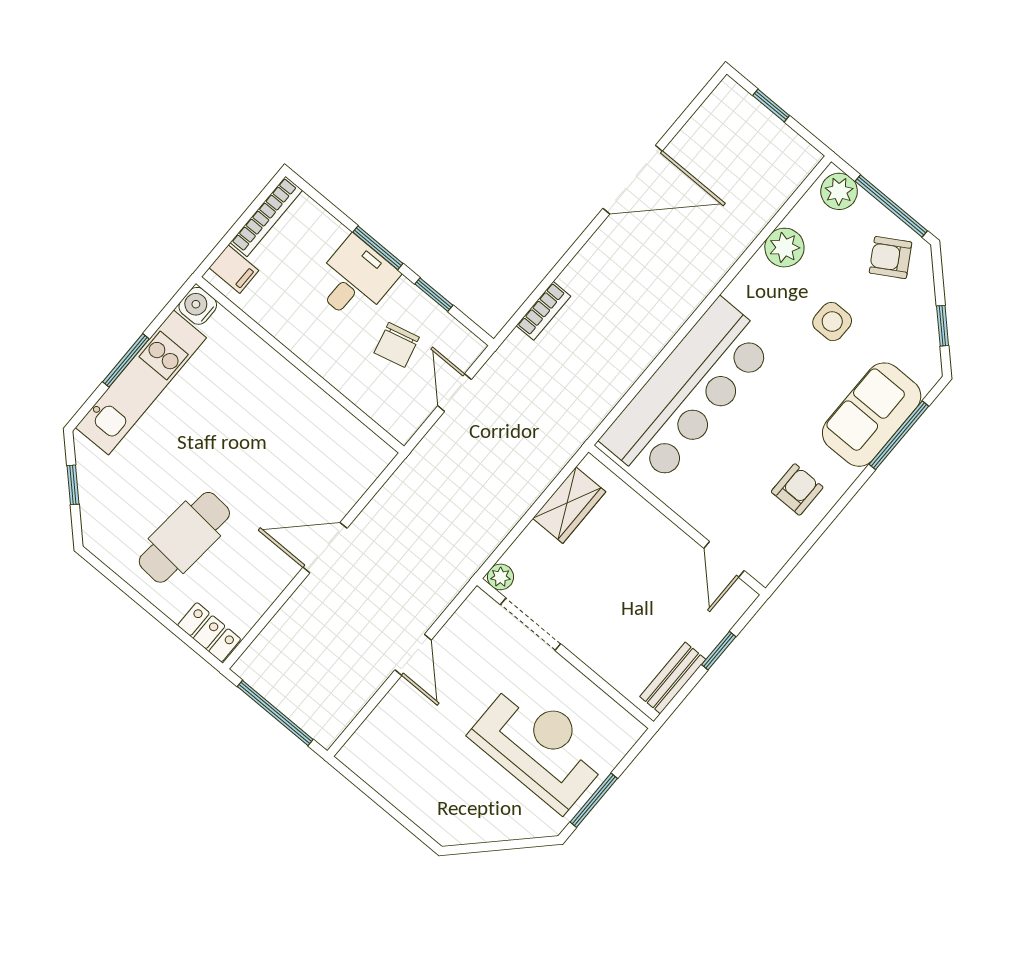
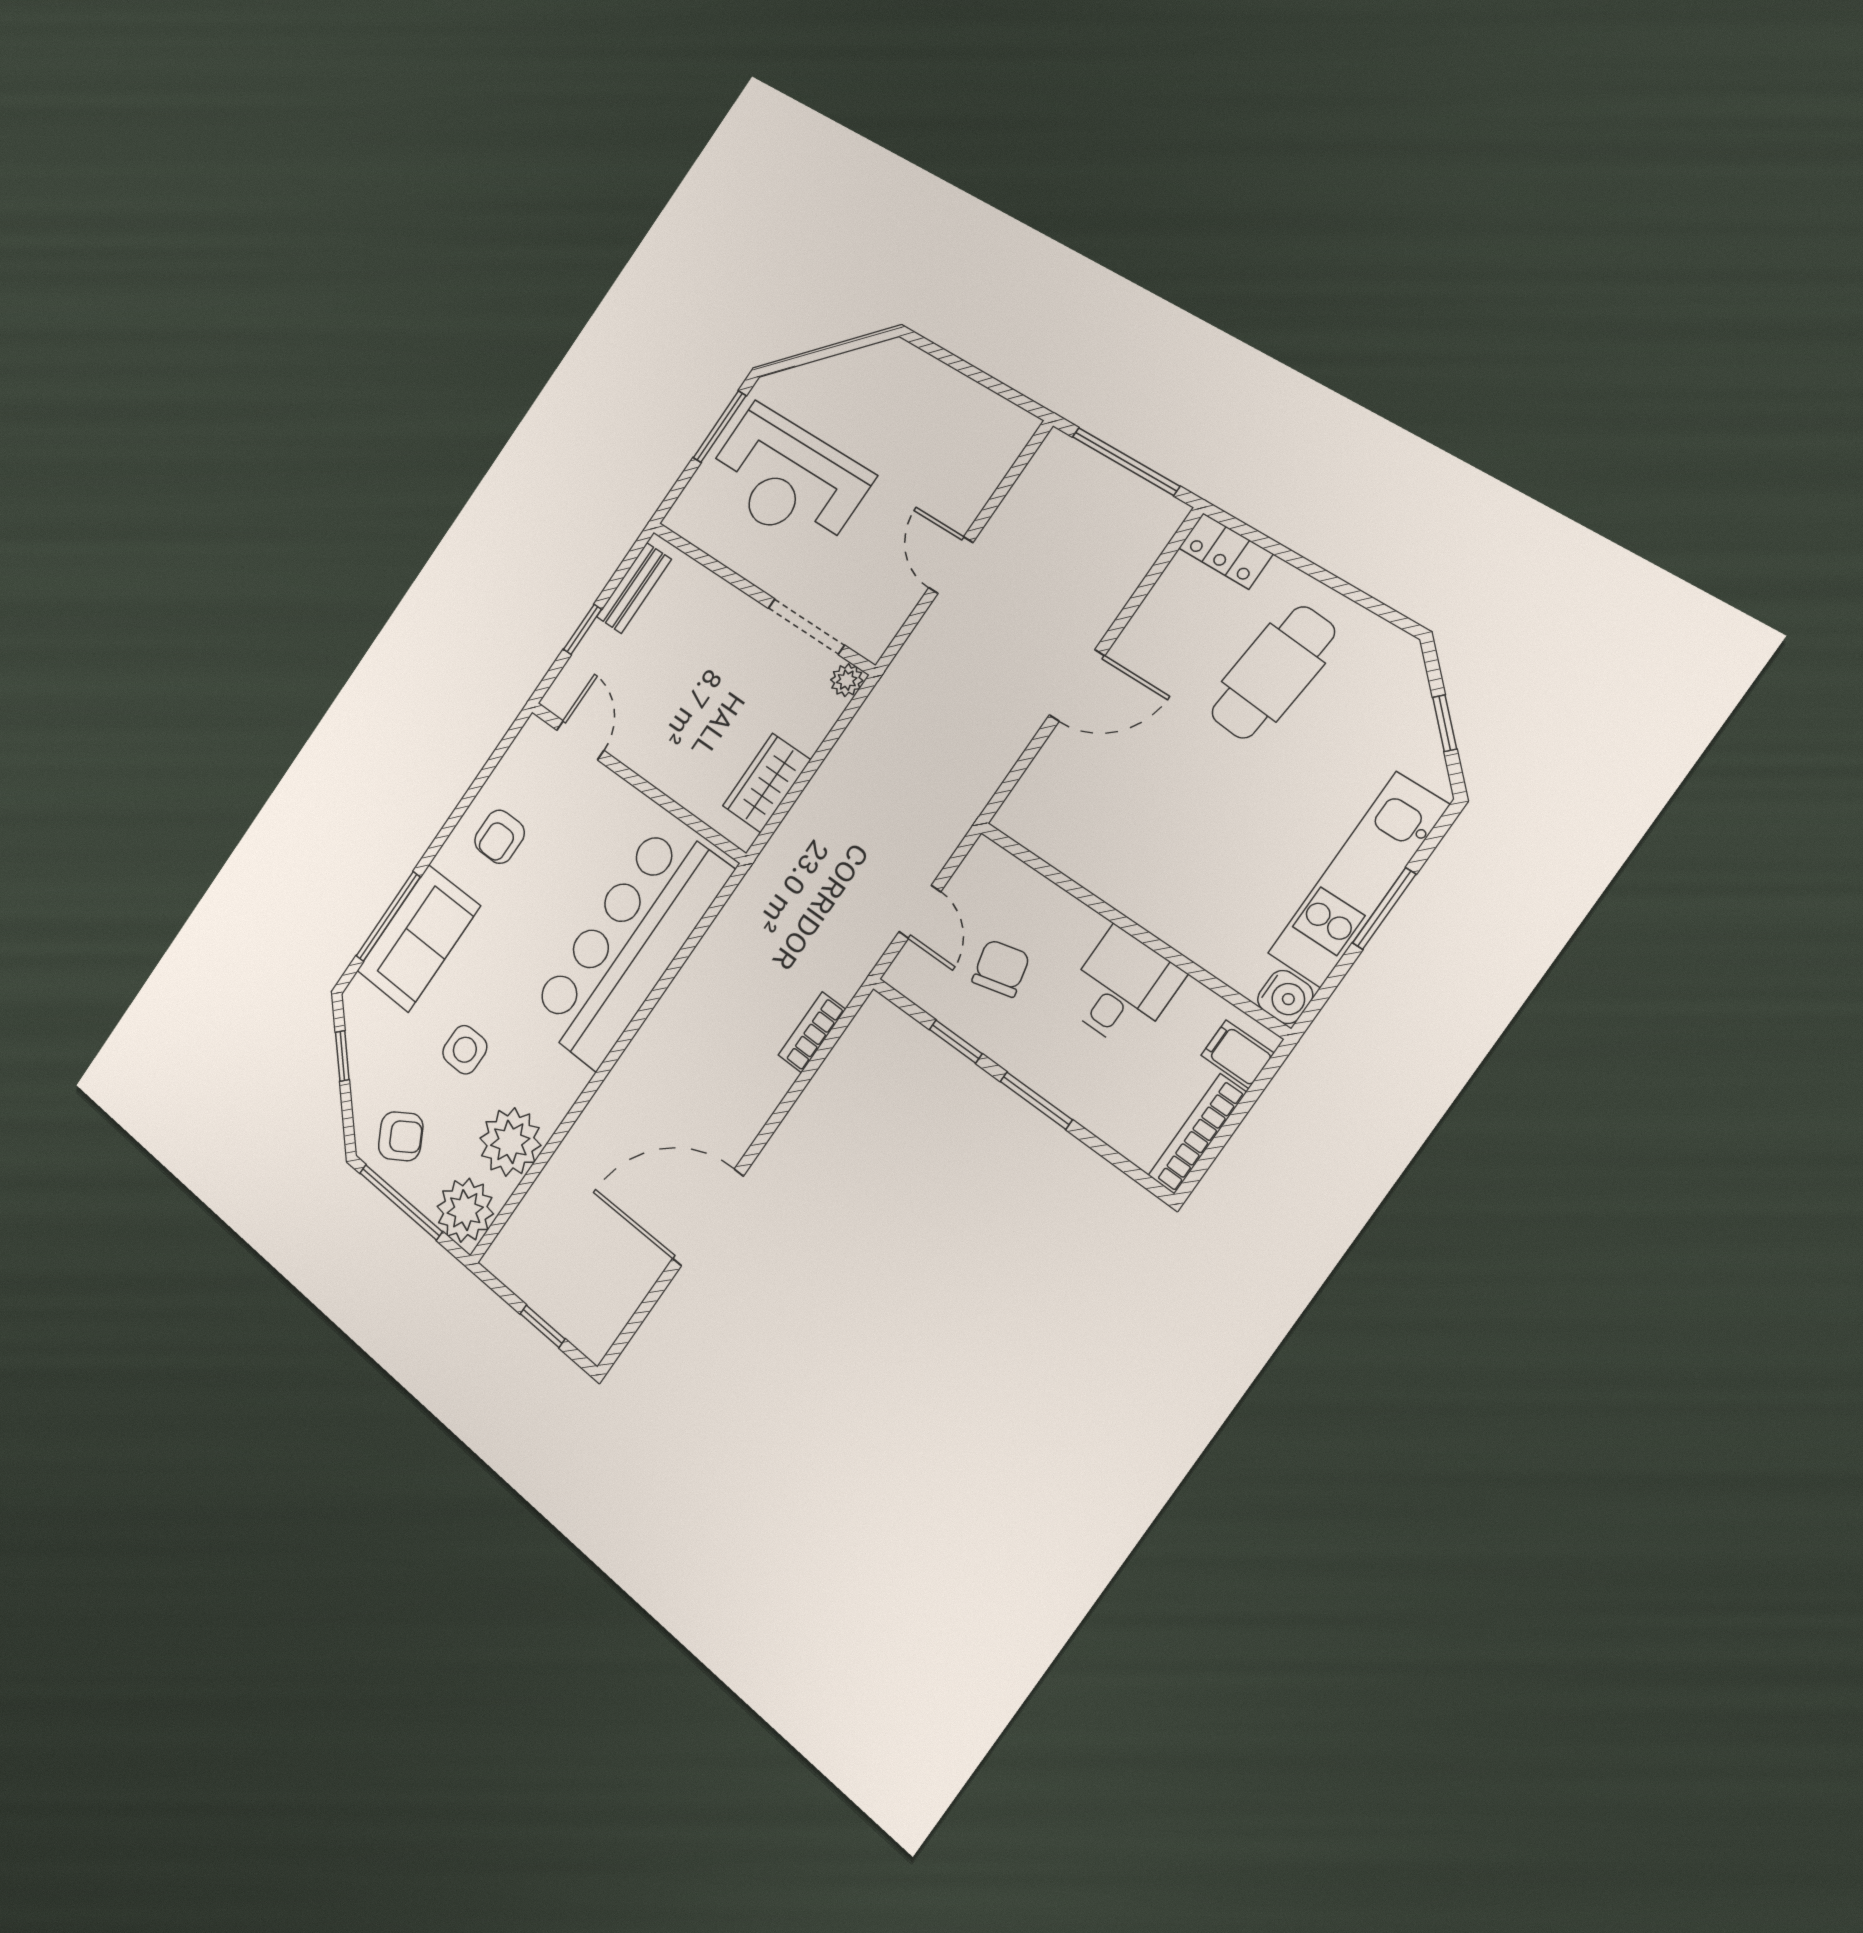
plant: (839, 191) -> (465, 1210), width x1.36, depth x1.36
plant: (784, 248) -> (510, 1142), width x1.36, depth x1.36
desk: (355, 280) -> (1122, 989), moved, turned 180

